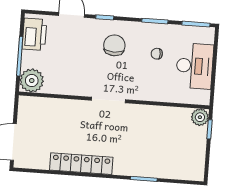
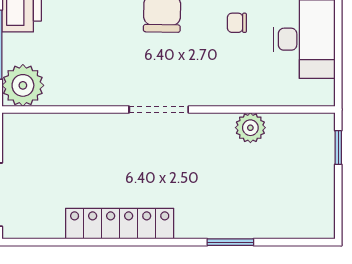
plant: (200, 117) -> (250, 128), moved

